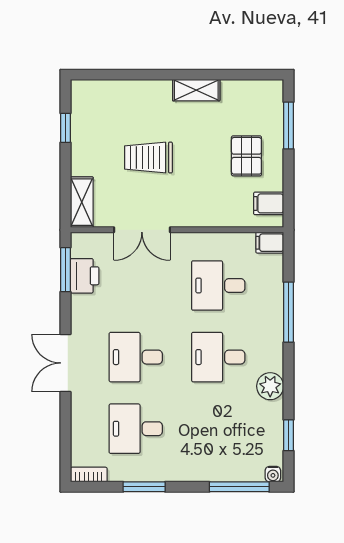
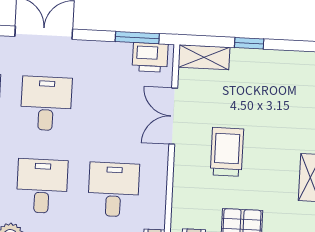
window: (65, 128) -> (249, 43), moved
trolley: (149, 158) -> (227, 152), moved
printer: (85, 276) -> (150, 57), moved

